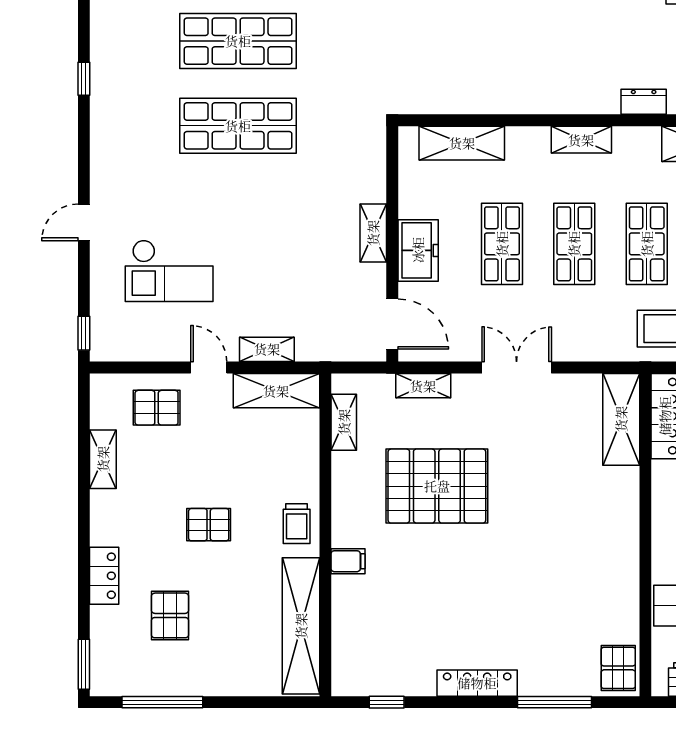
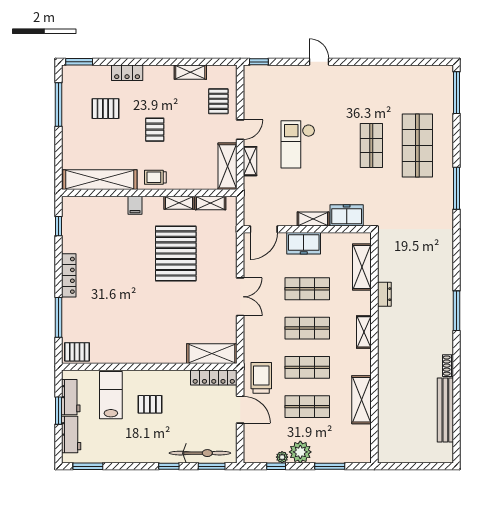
window: (84, 79) -> (397, 62), removed
dresser: (644, 102) -> (384, 294), moved
shop shelf: (238, 126) -> (371, 146), width x0.70, depth x0.74
freezer: (367, 171) -> (347, 215), added
checkout: (169, 271) -> (298, 144), moved
shelving: (423, 386) -> (179, 203), moved, turned 90

